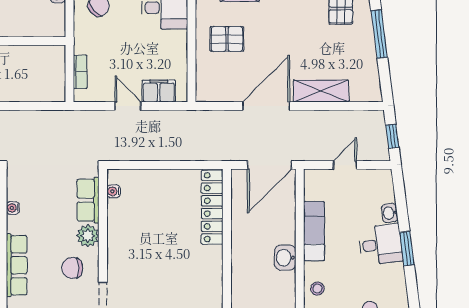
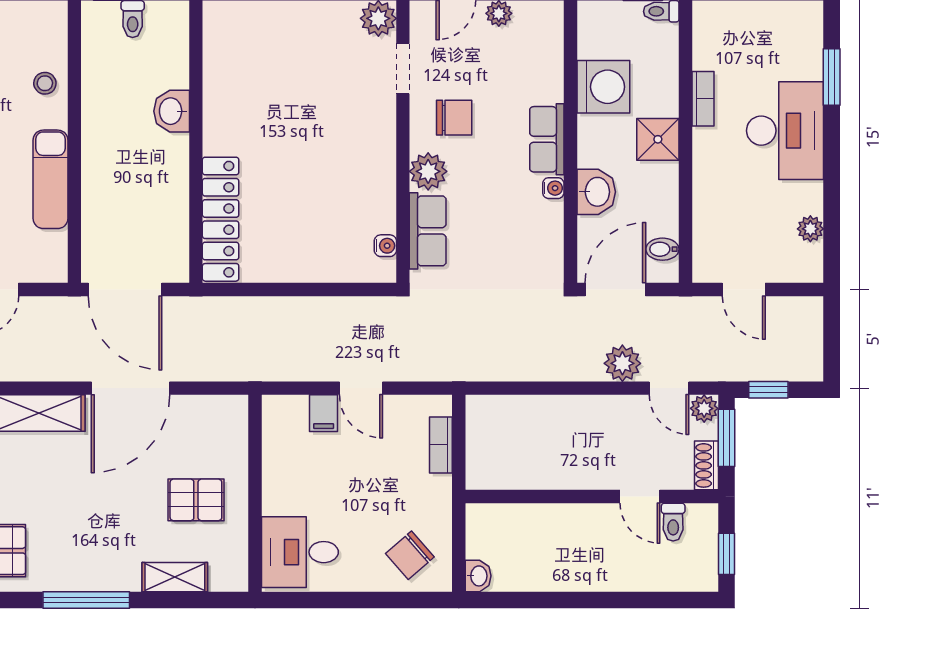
filing cabinet: (159, 91) -> (324, 413), width x0.50
door: (269, 165) -> (125, 290), swing flipped
water cooler: (13, 208) -> (553, 188), moved
washbasin: (285, 258) -> (172, 111), moved, turned 180
row of seats: (17, 265) -> (547, 139), width x0.68

